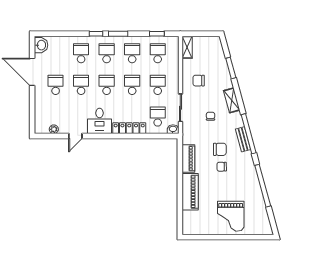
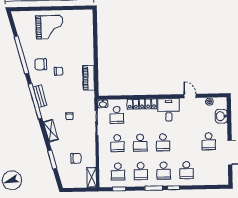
washbasin: (41, 45) -> (221, 116), moved
chair: (199, 81) -> (76, 158), moved
school desk: (81, 85) -> (186, 142), removed
door: (75, 136) -> (190, 96), hinge flipped
chair: (220, 149) -> (41, 64), moved
piano: (190, 192) -> (86, 48), removed
grand piano: (231, 216) -> (50, 27), turned 89

